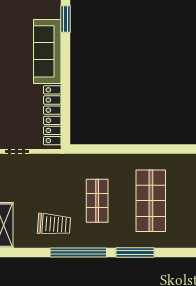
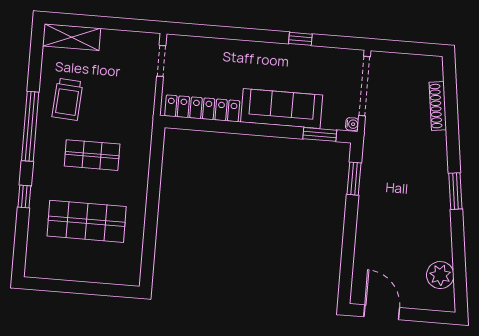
window: (135, 252) -> (24, 197), width x0.46

